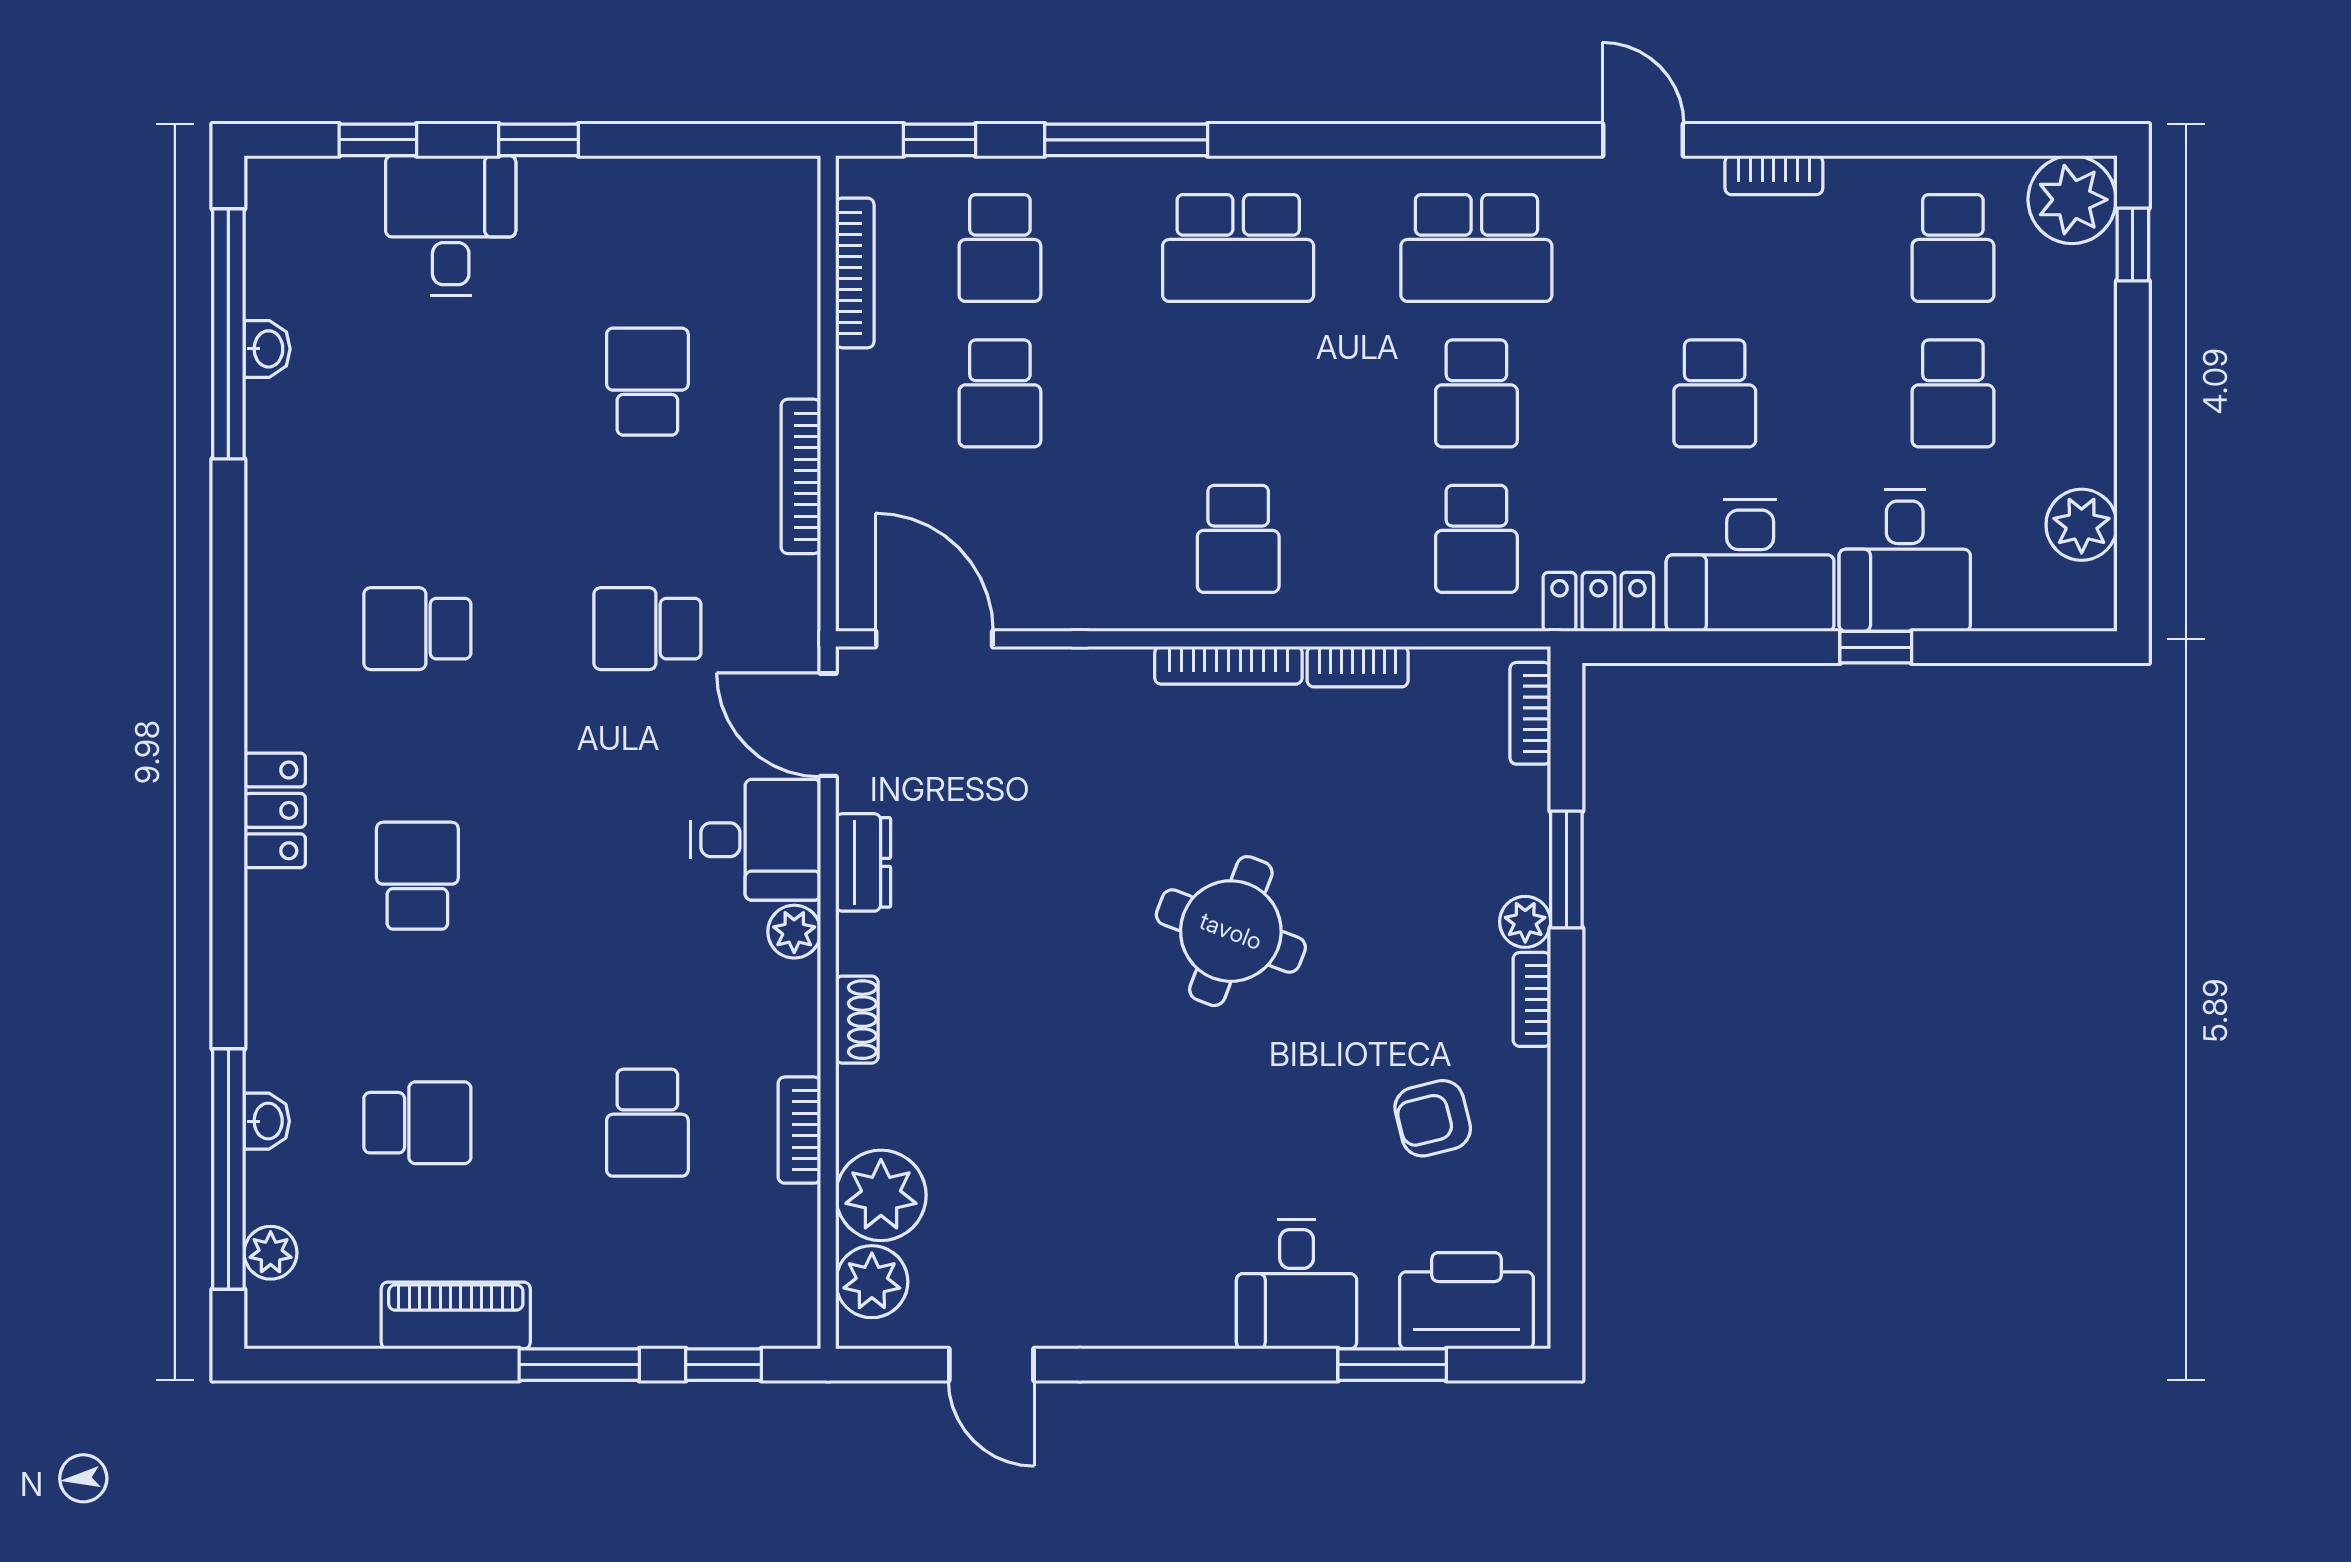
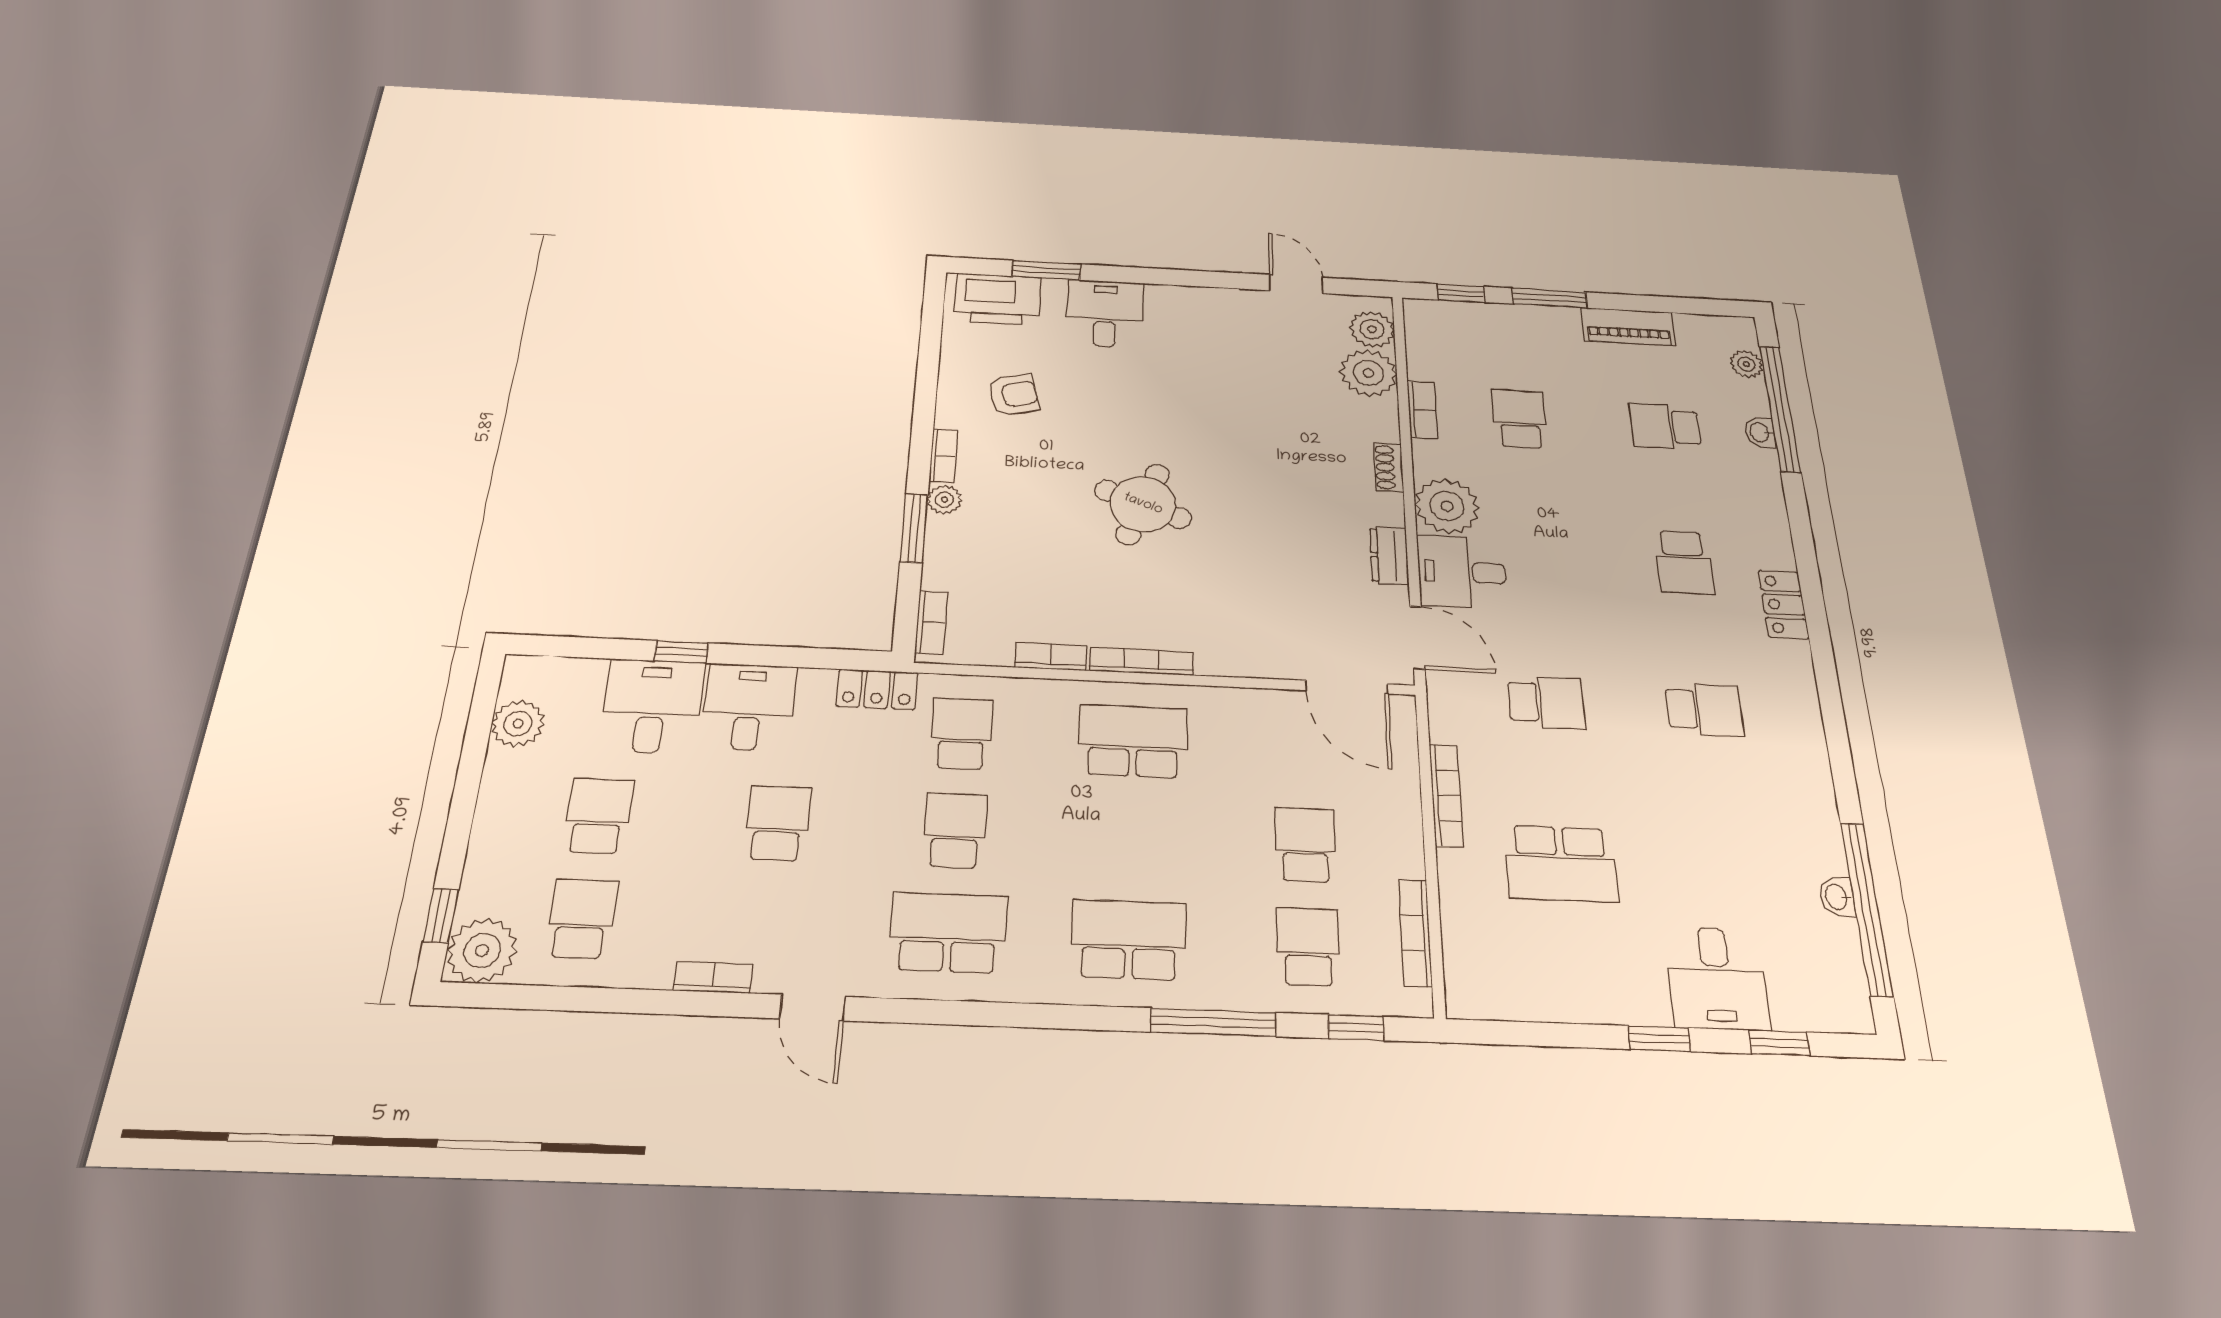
school desk: (647, 382) -> (1561, 863), width x1.85
school desk: (1238, 539) -> (1133, 741), width x1.85
desk: (1750, 565) -> (749, 707), width x0.73
plant: (794, 932) -> (1447, 506), width x1.88, depth x1.88

